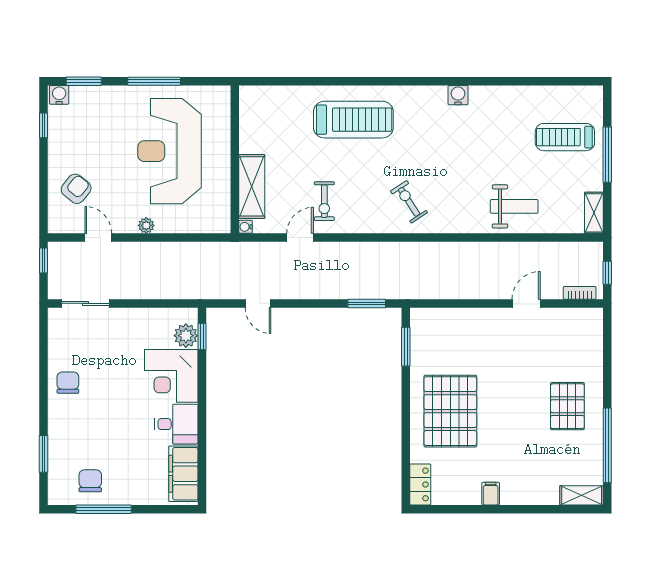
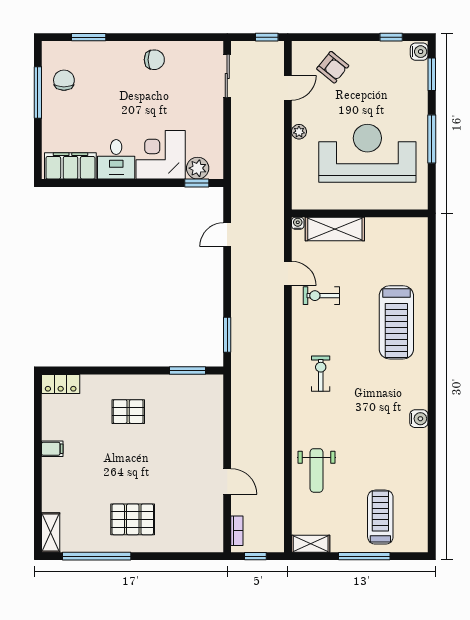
exercise bike: (409, 202) -> (321, 374), turned -57
pallet: (450, 411) -> (128, 412), width x0.49, depth x0.50
chair: (90, 481) -> (64, 80), turned -90

